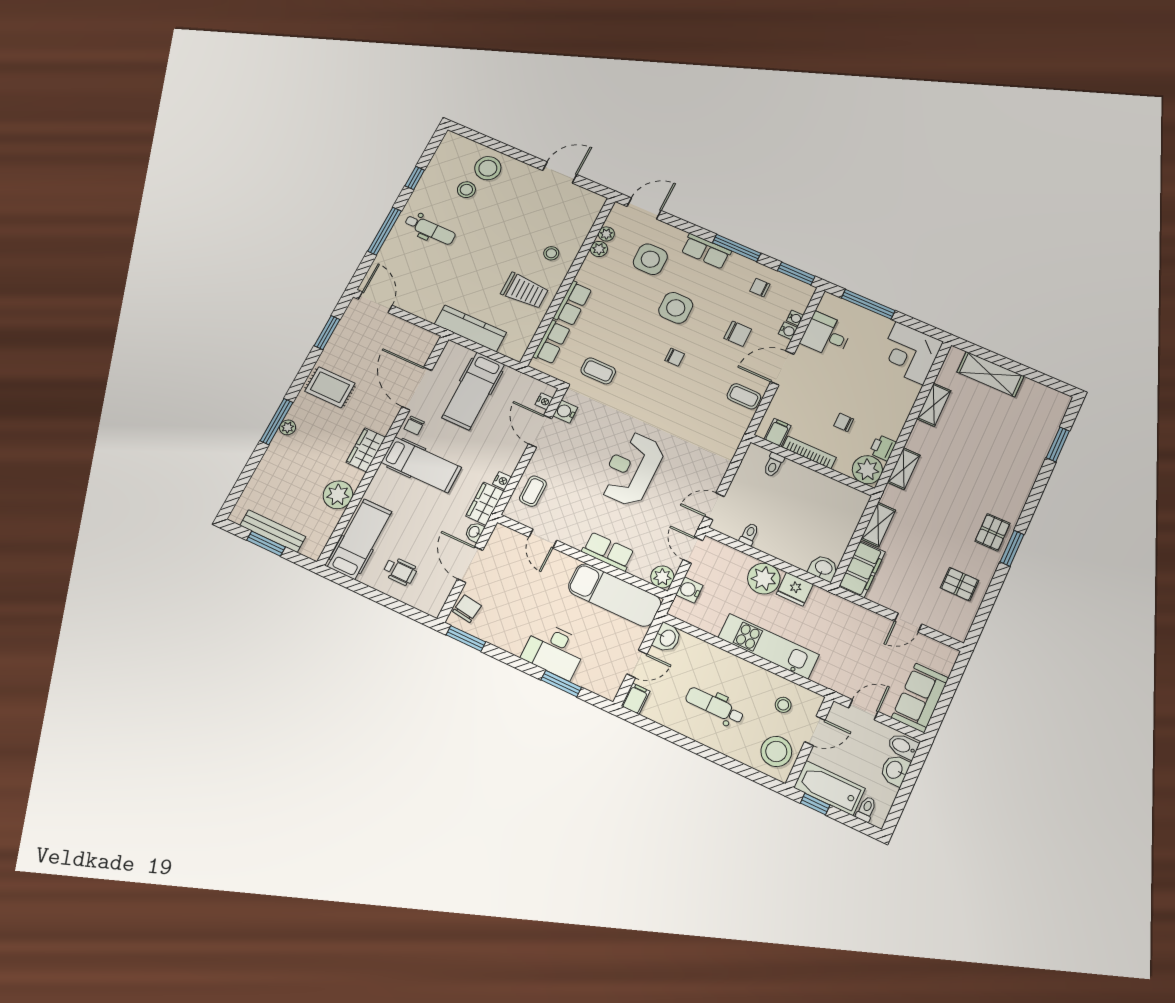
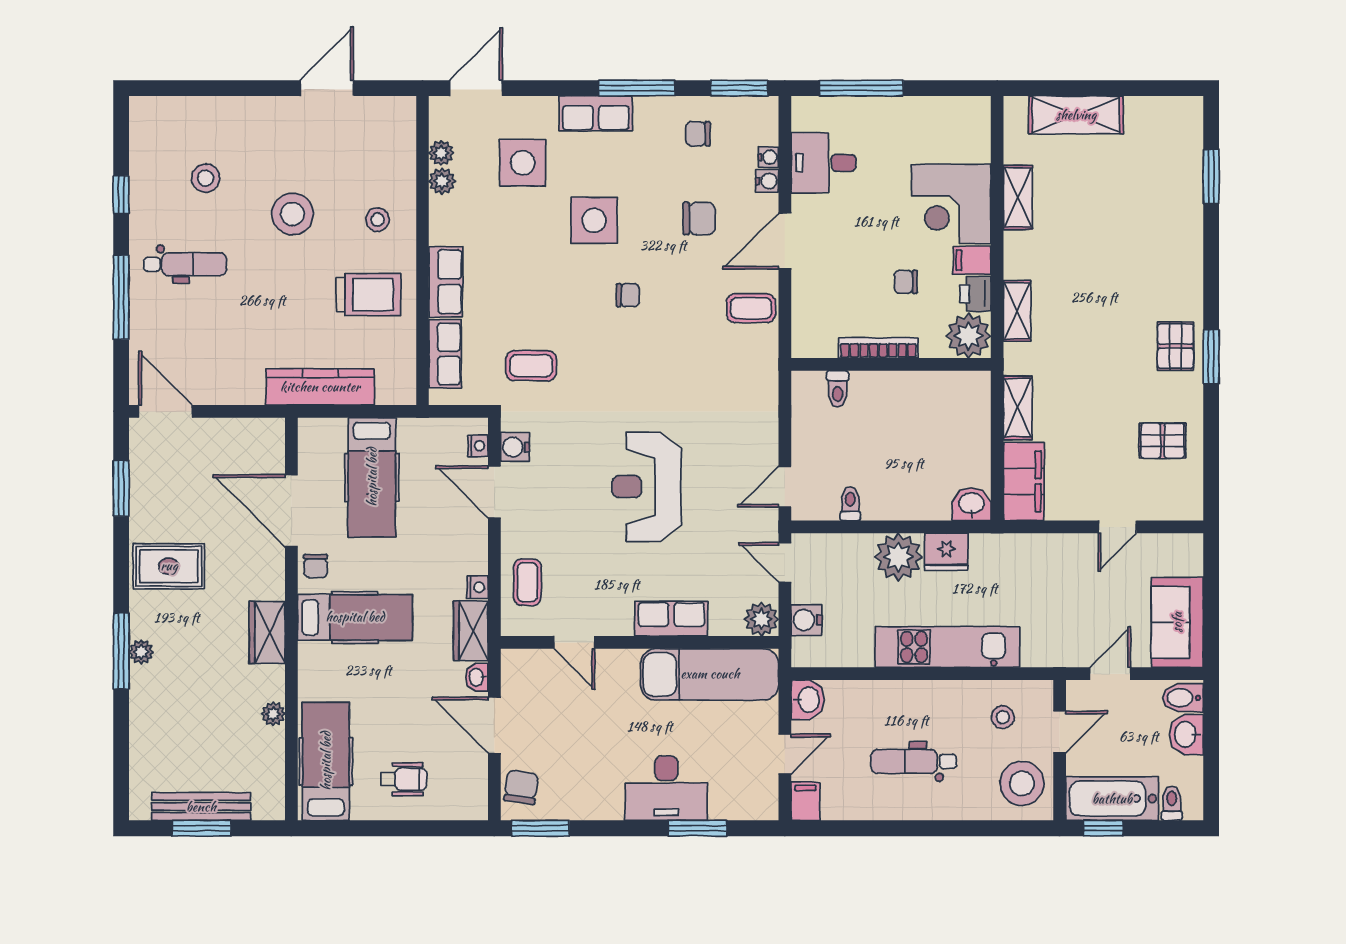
stool: (488, 168) -> (292, 214), moved
corner desk: (910, 353) -> (951, 204), moved
filing cabinet: (778, 432) -> (972, 260), moved, turned -90
plant: (338, 495) -> (273, 714), width x0.53, depth x0.53

